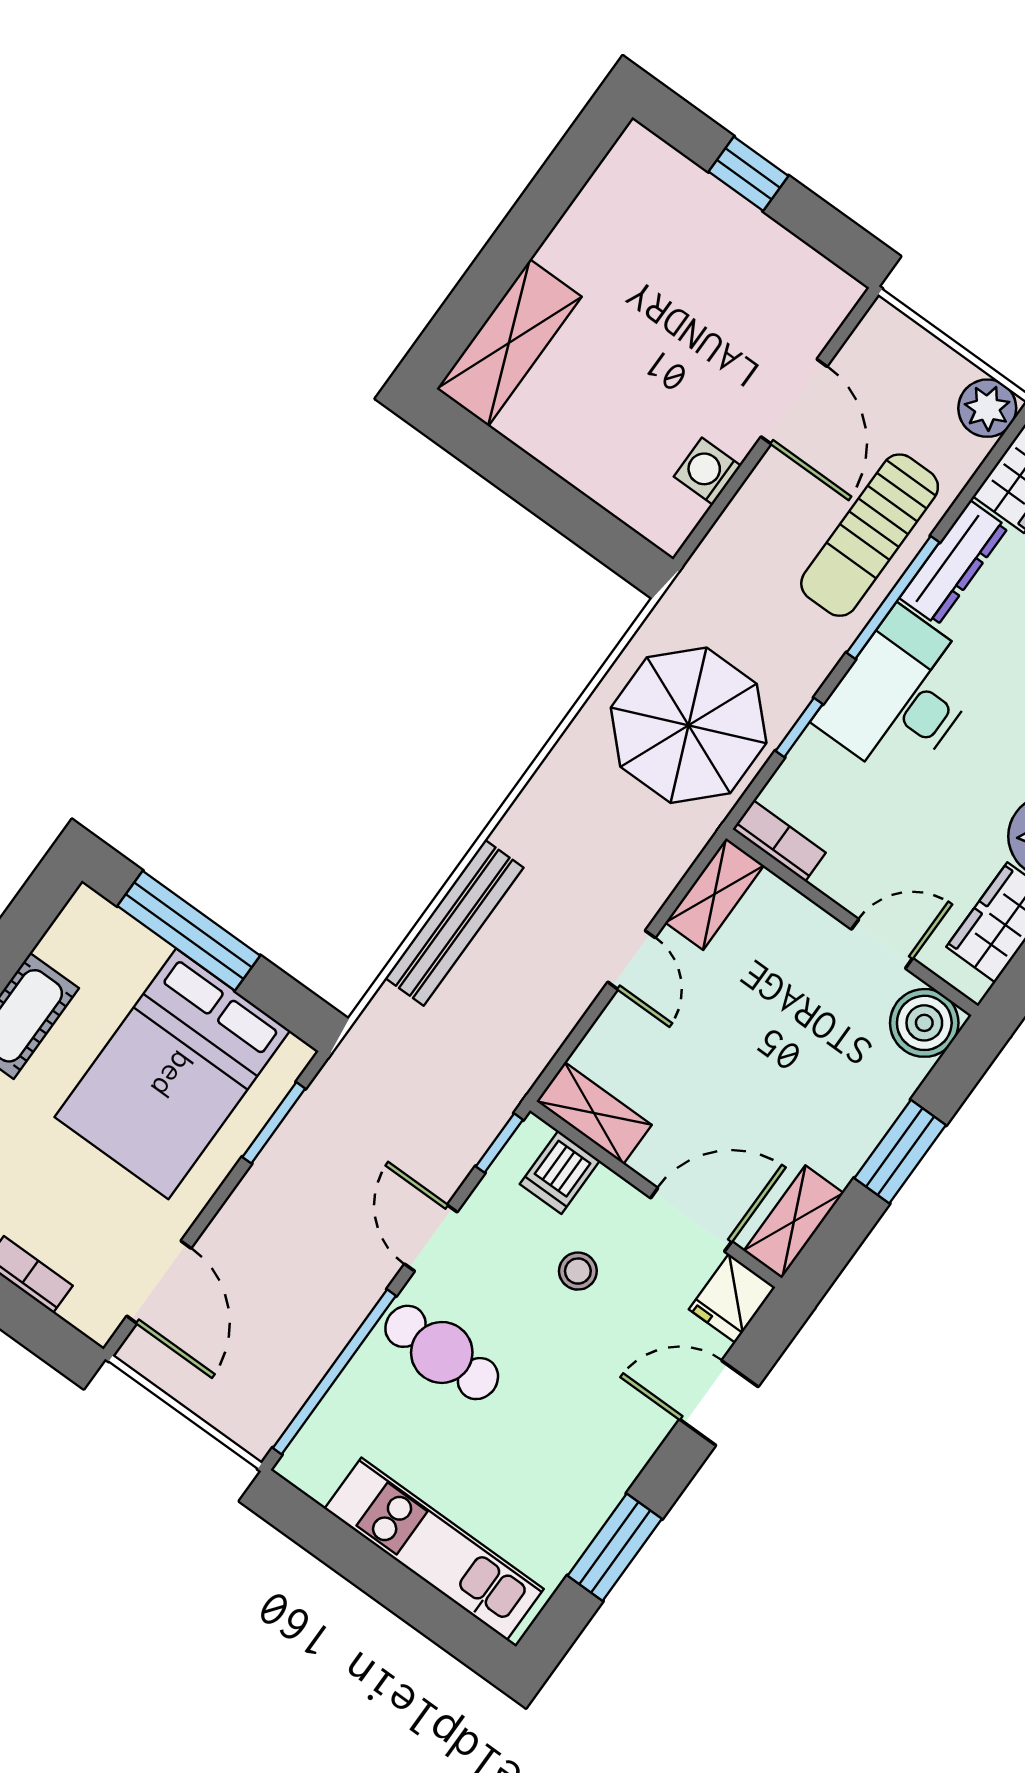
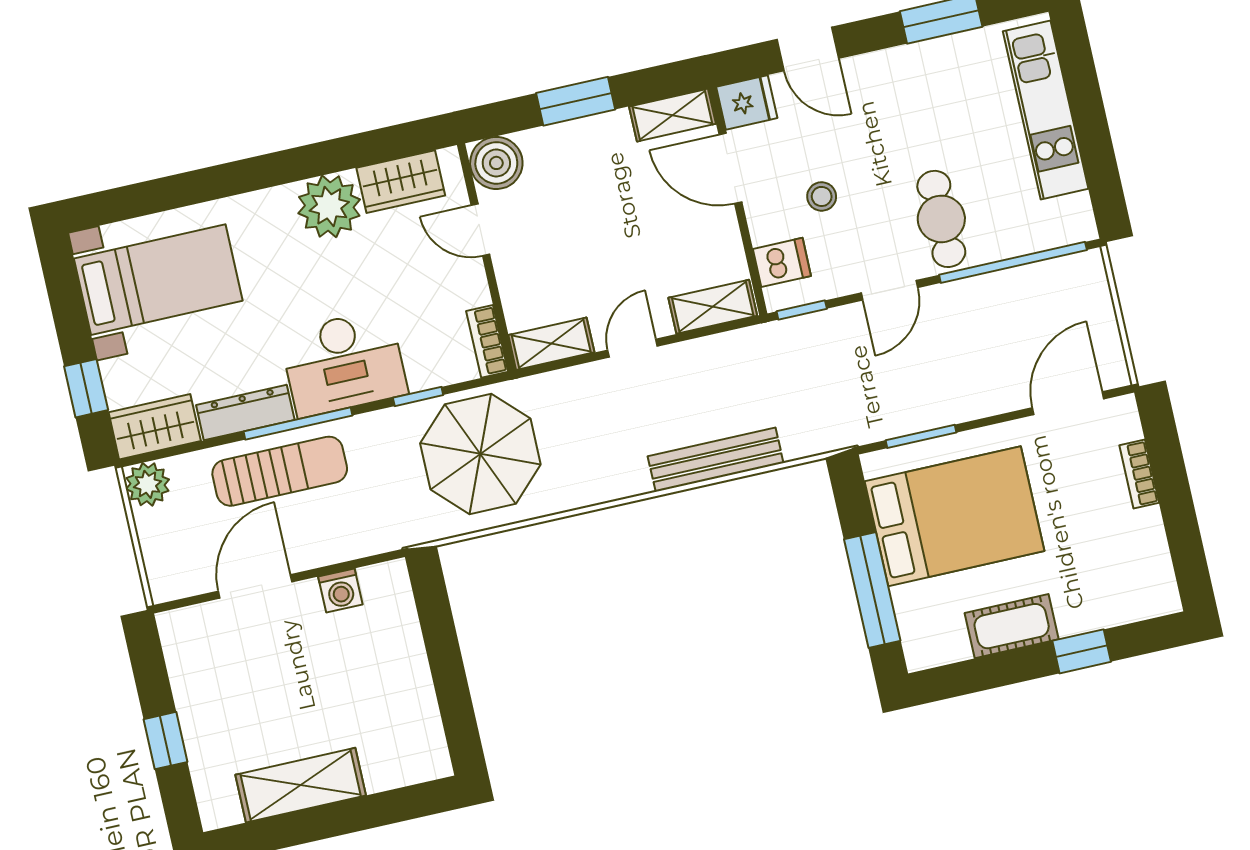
shelving: (509, 343) -> (301, 785), moved
shelving: (594, 1113) -> (713, 307), moved, turned 90

